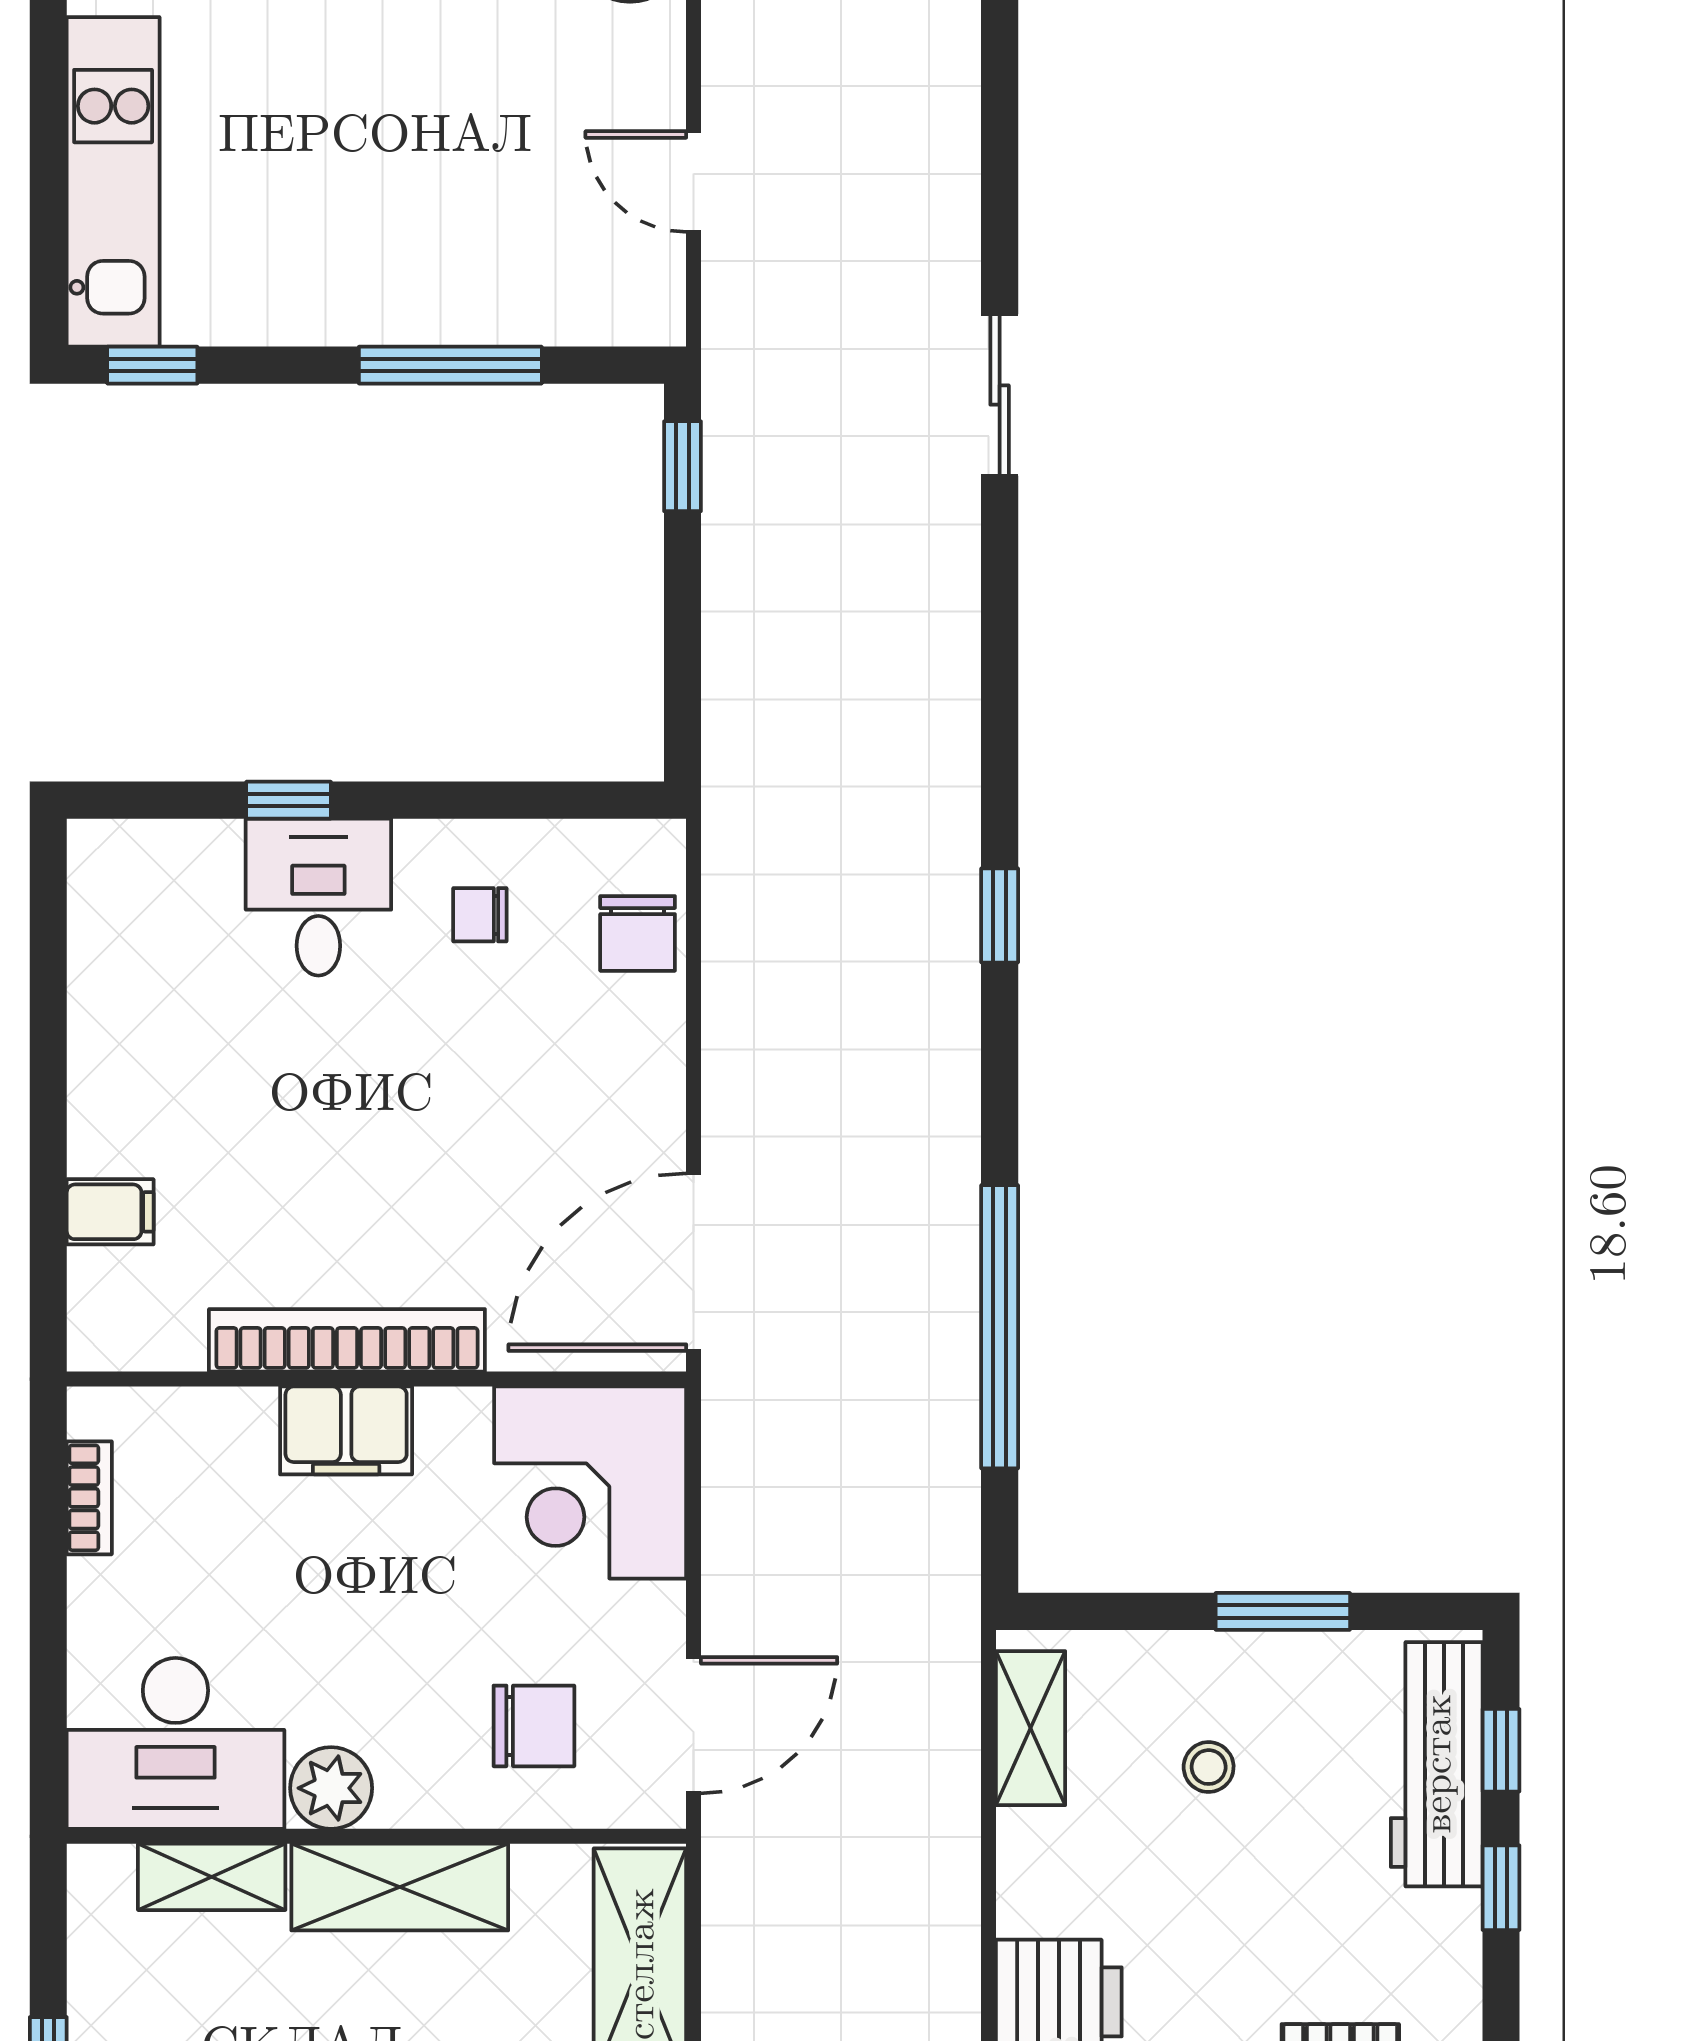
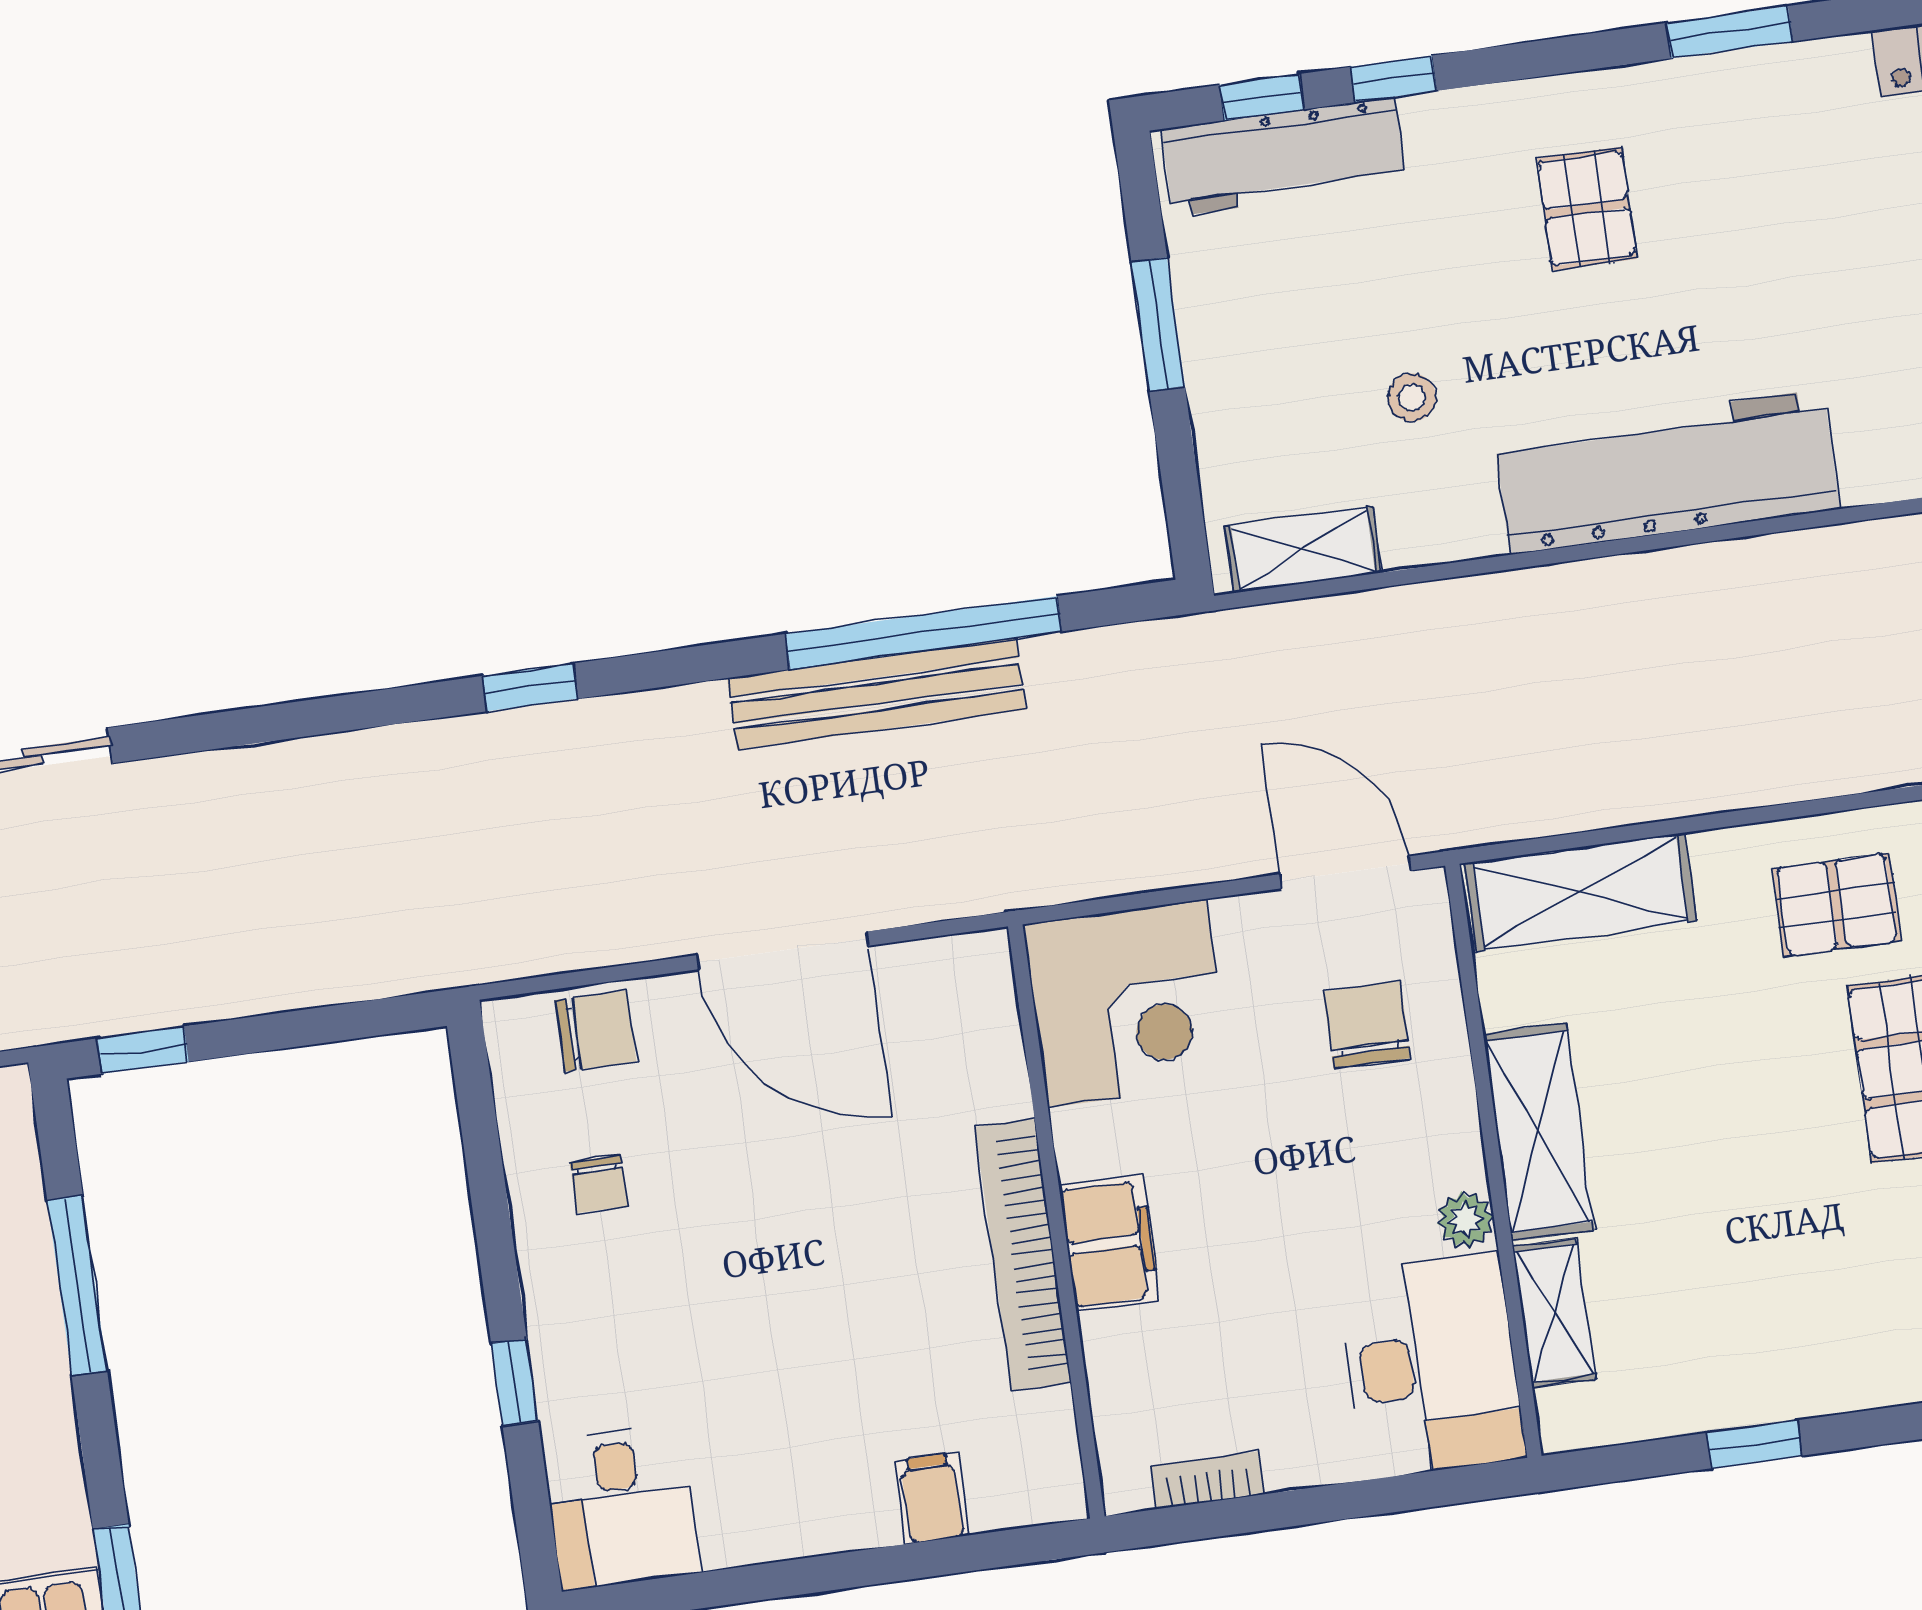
desk: (318, 897) -> (621, 1507), moved, turned -90
door: (694, 1262) -> (783, 950), moved
bench: (944, 1270) -> (876, 694), added
stool: (1209, 1767) -> (1412, 397), moved
plant: (331, 1788) -> (1465, 1220), width x0.73, depth x0.73

